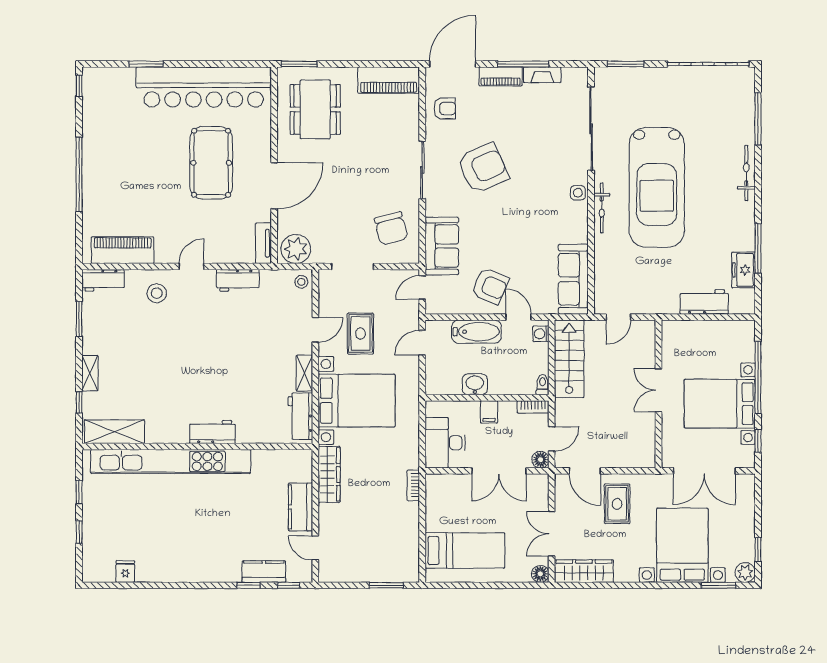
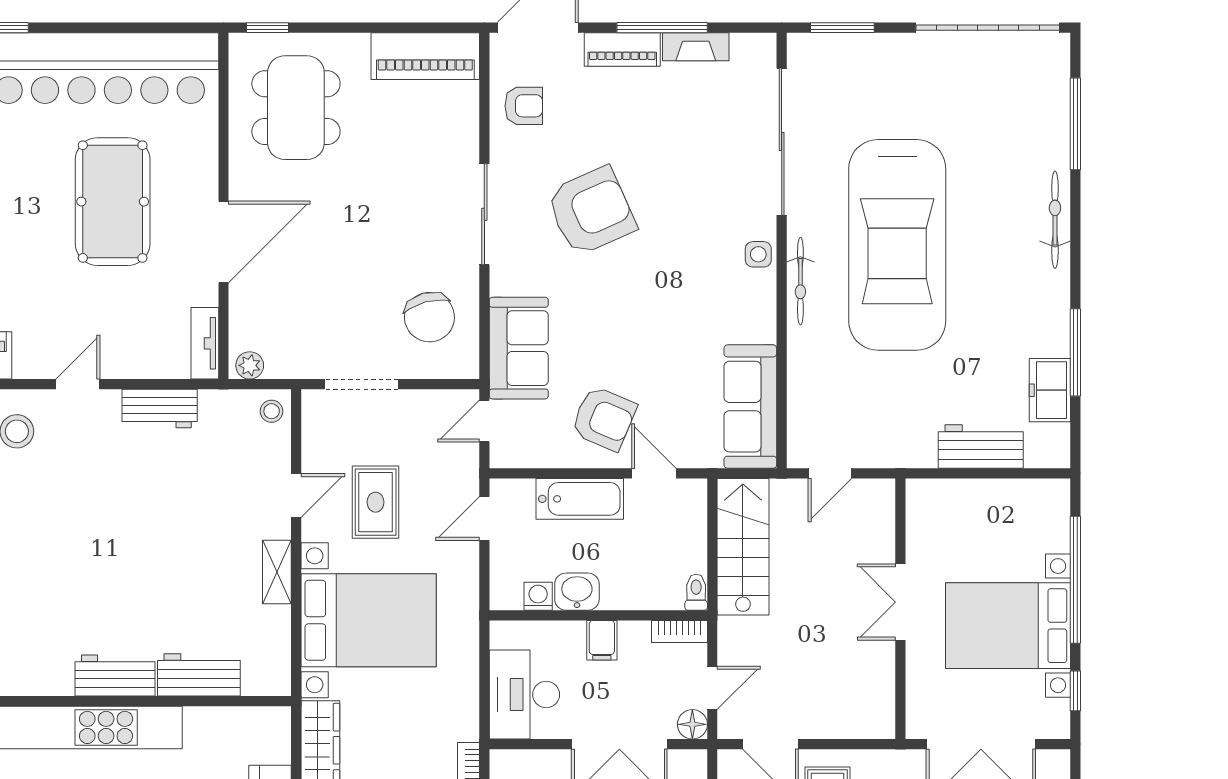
window: (299, 64) -> (268, 28), width x0.67
plant: (296, 249) -> (250, 365), width x0.53, depth x0.53
washing machine: (541, 334) -> (538, 596), moved, turned 90
workbench: (300, 416) -> (199, 675), moved, turned 90

